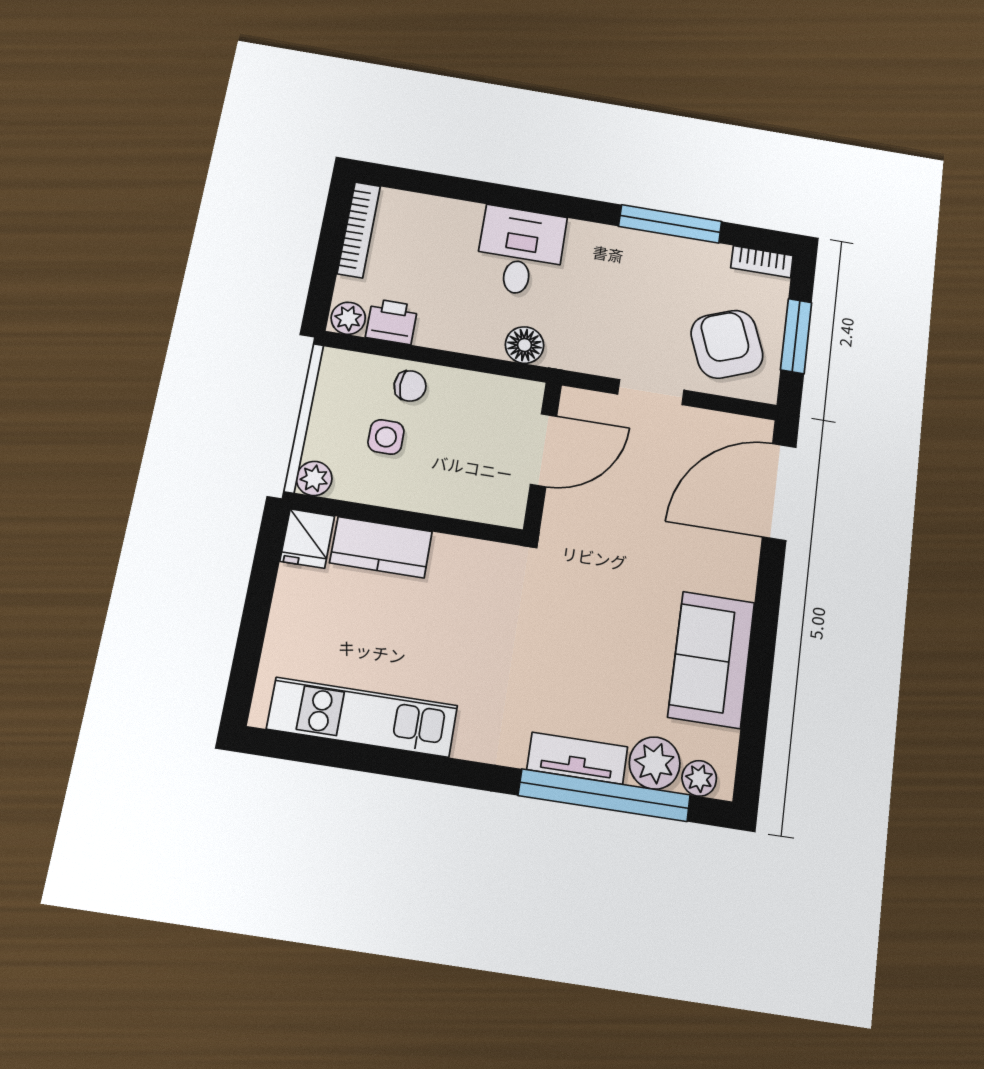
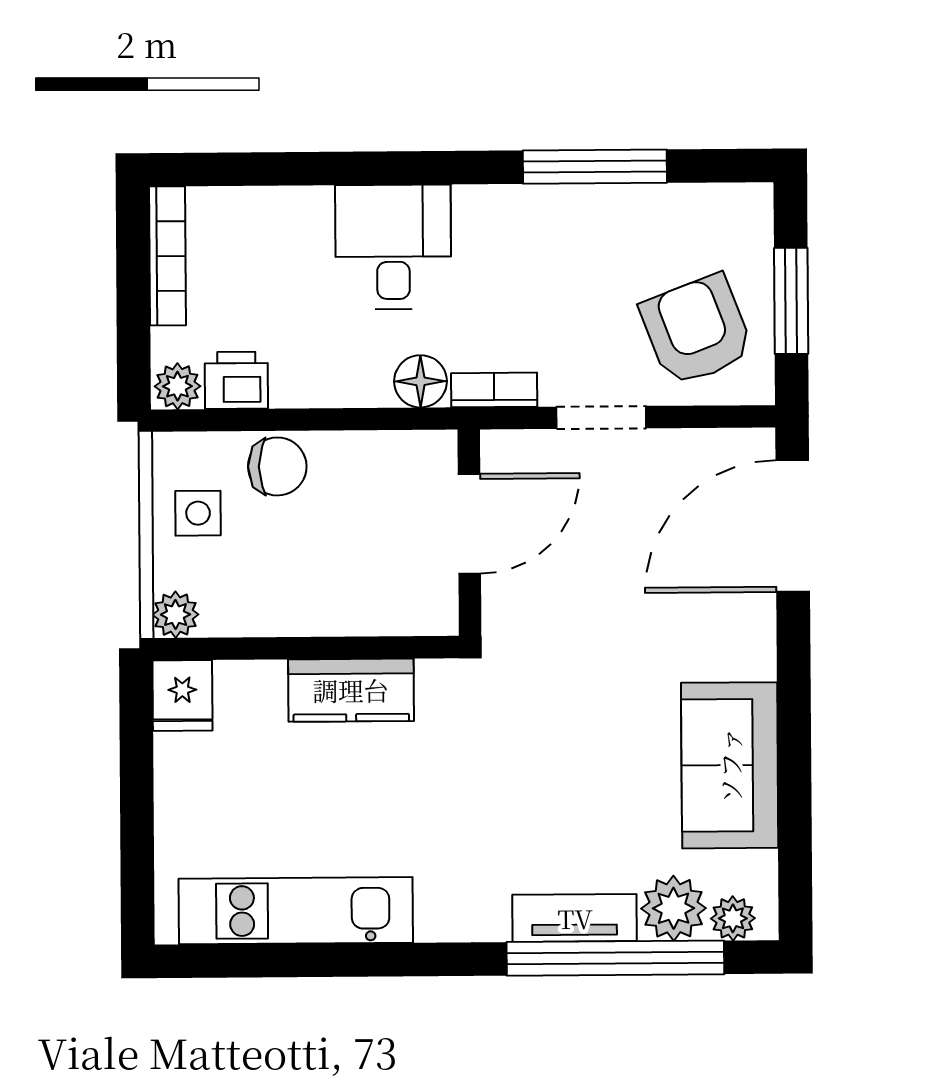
bookcase: (762, 262) -> (494, 390), moved, turned 180
chair: (410, 386) -> (277, 466), width x1.37, depth x1.37
side table: (386, 437) -> (198, 513), moved
kitchen counter: (381, 547) -> (351, 690), moved

